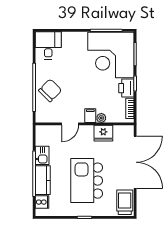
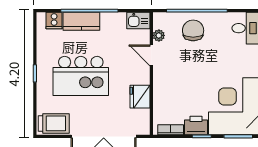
chair: (50, 90) -> (193, 30), turned -135
filing cabinet: (90, 116) -> (162, 81), removed
plant: (101, 118) -> (159, 35), moved
kitchen sink: (42, 155) -> (138, 21), moved
kitchen island: (87, 181) -> (81, 76), turned 180

